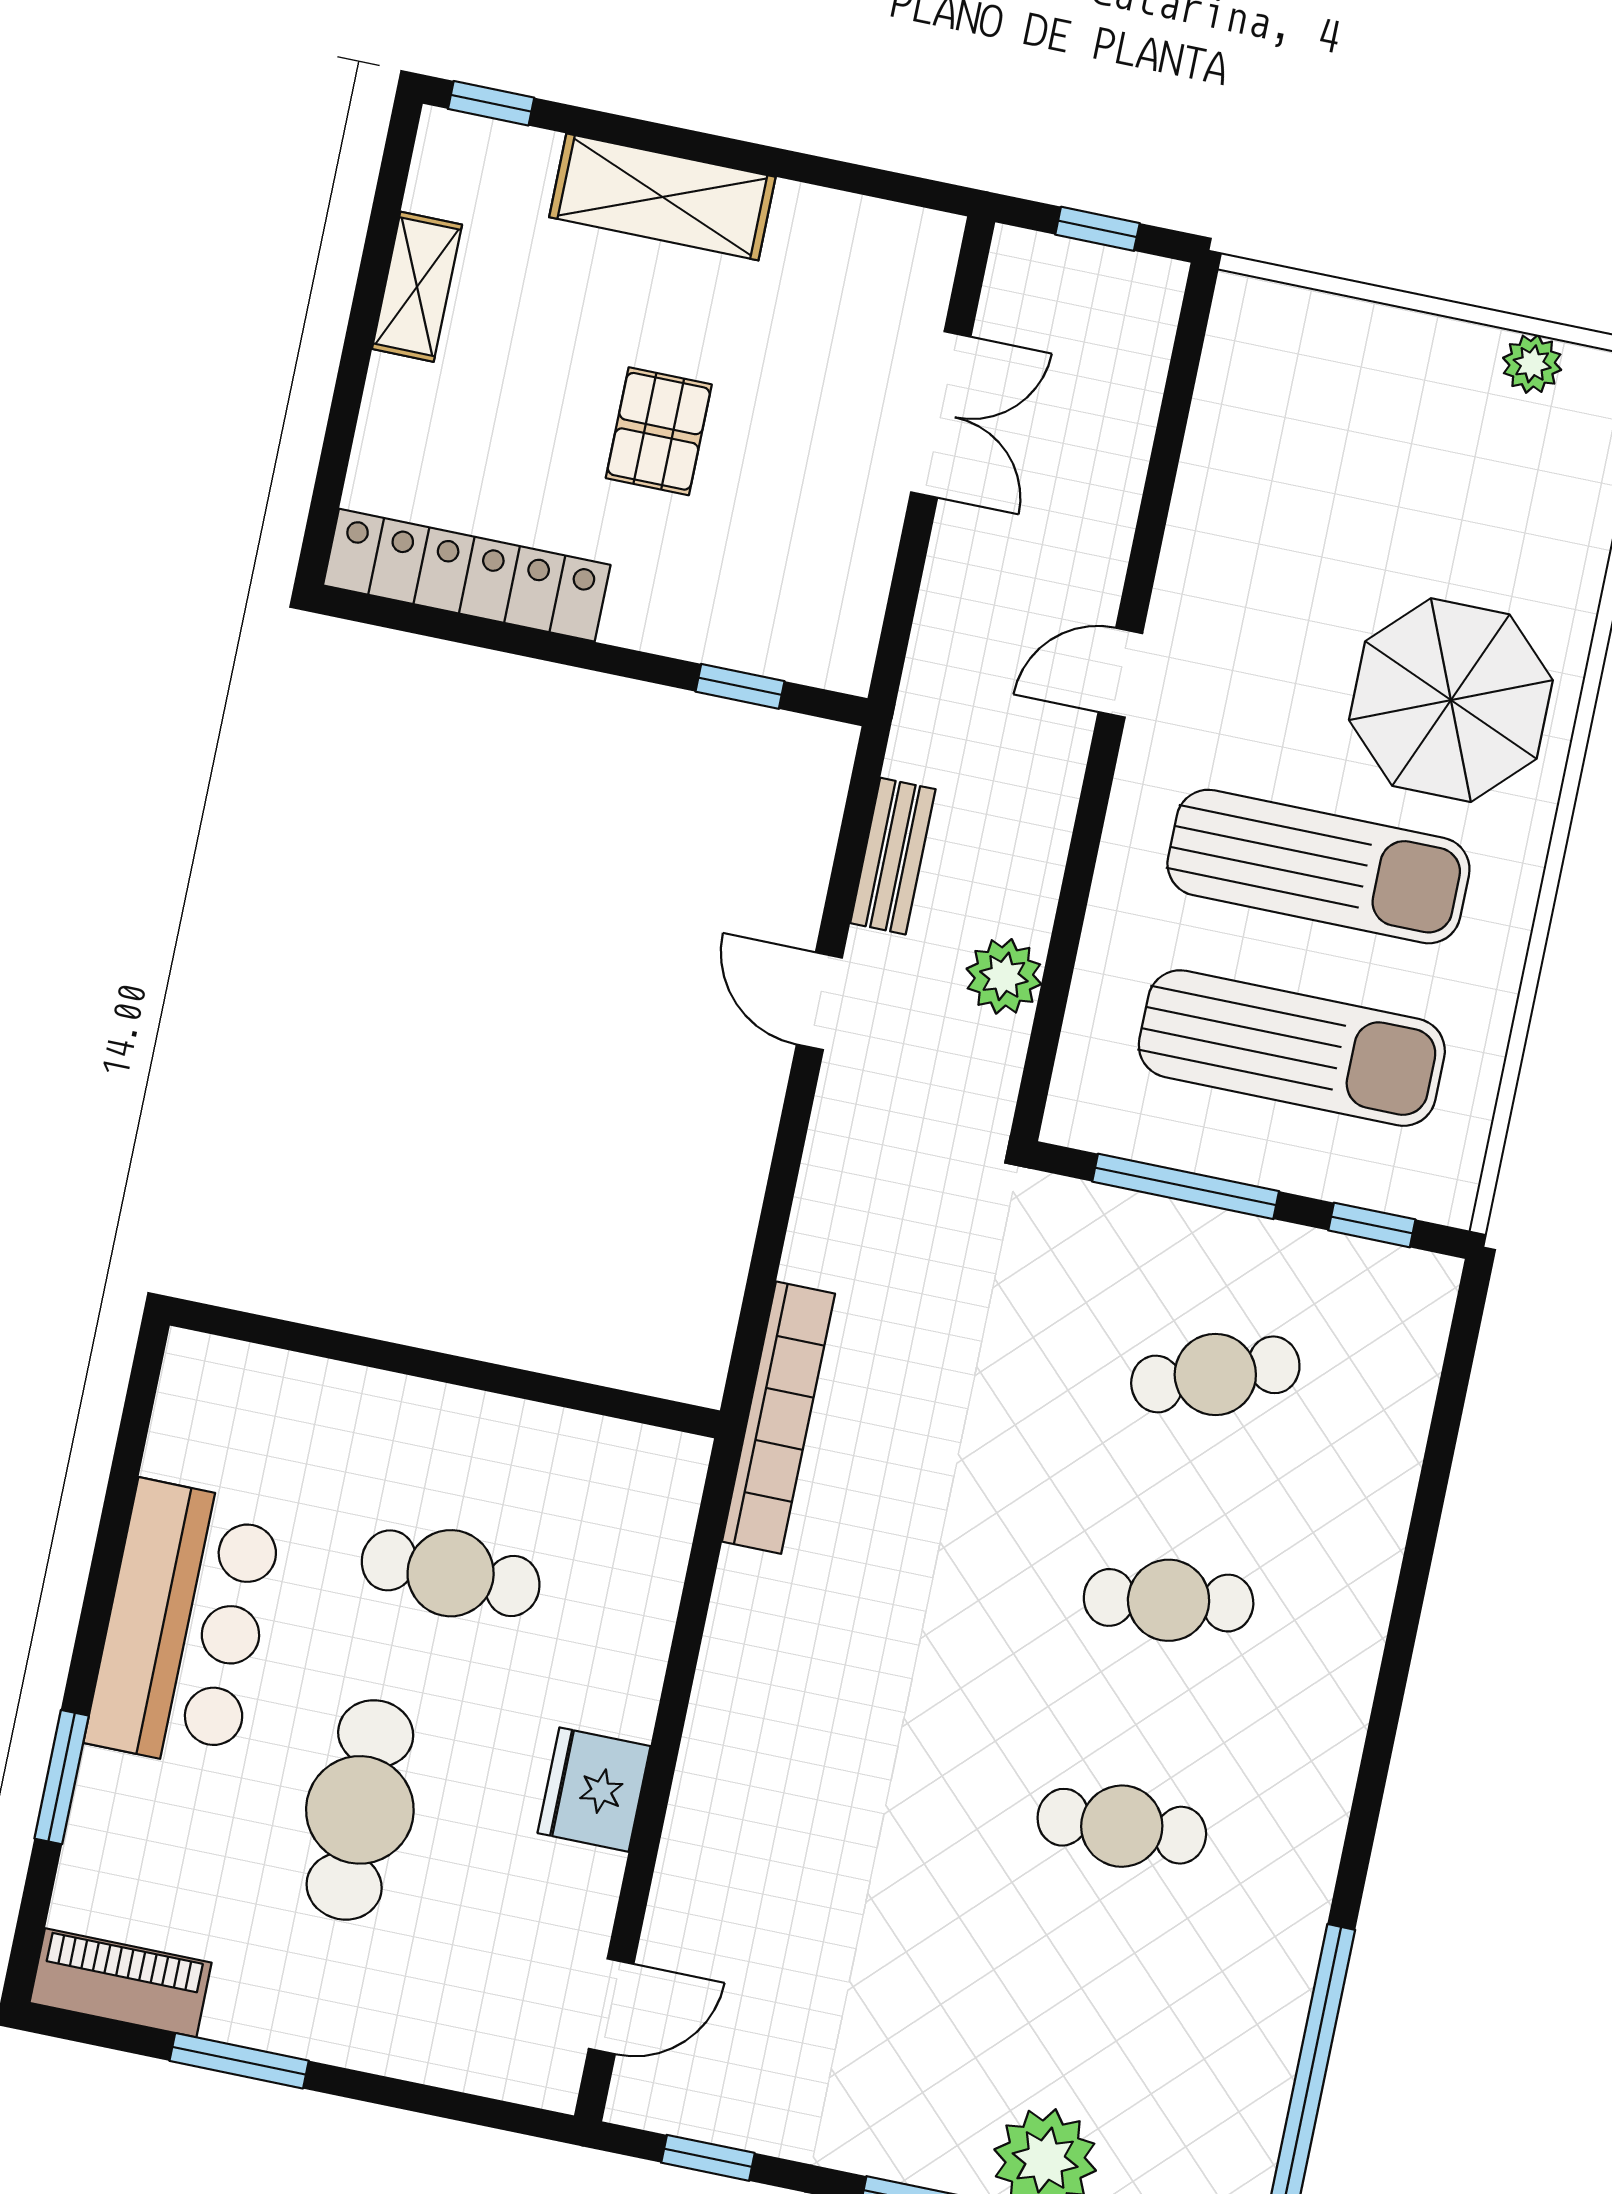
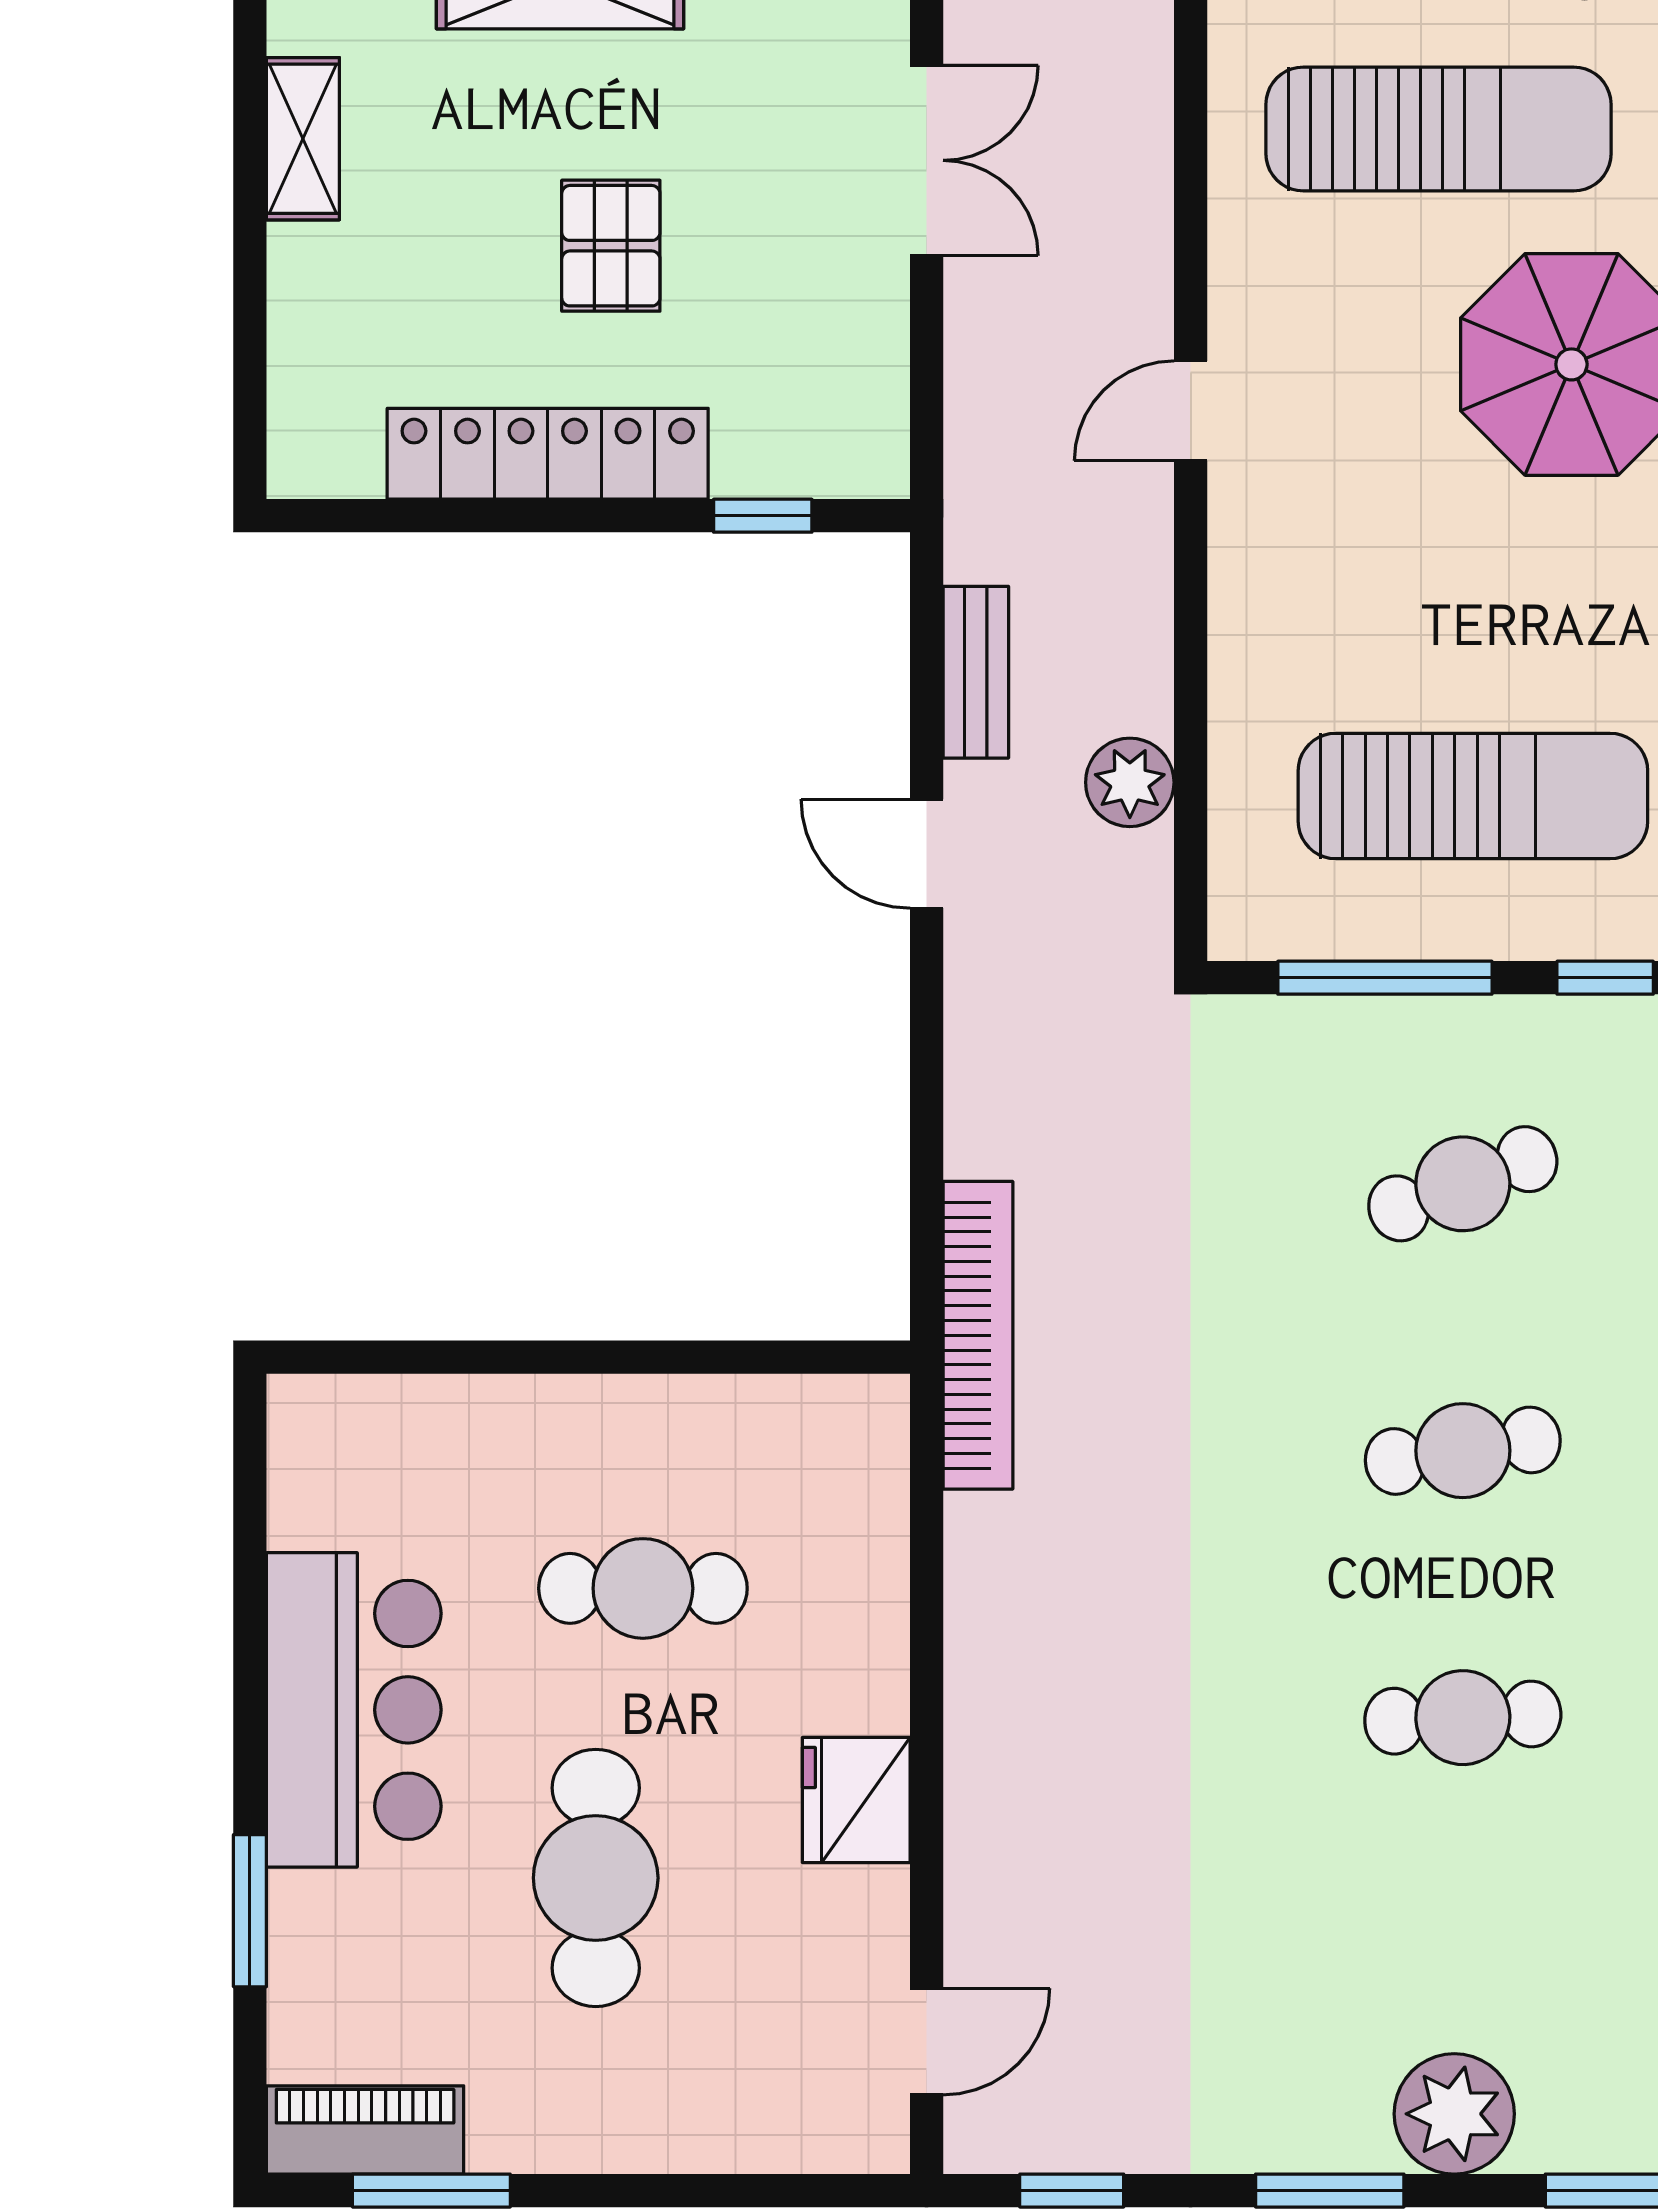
locker: (467, 575) -> (548, 454), moved
sun lounger: (1318, 867) -> (1438, 129), moved
window: (239, 2061) -> (431, 2191), moved

